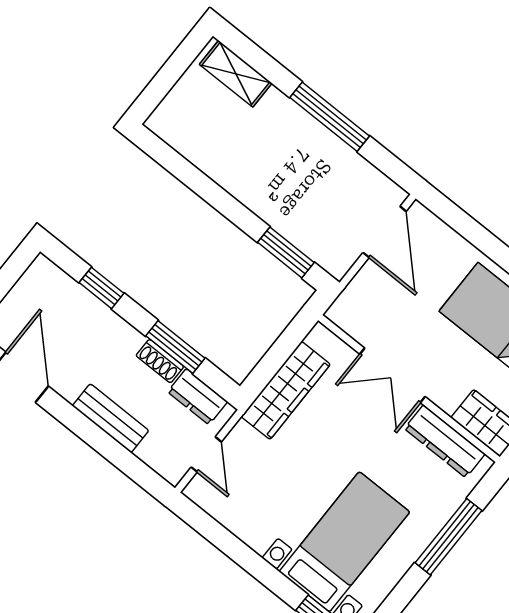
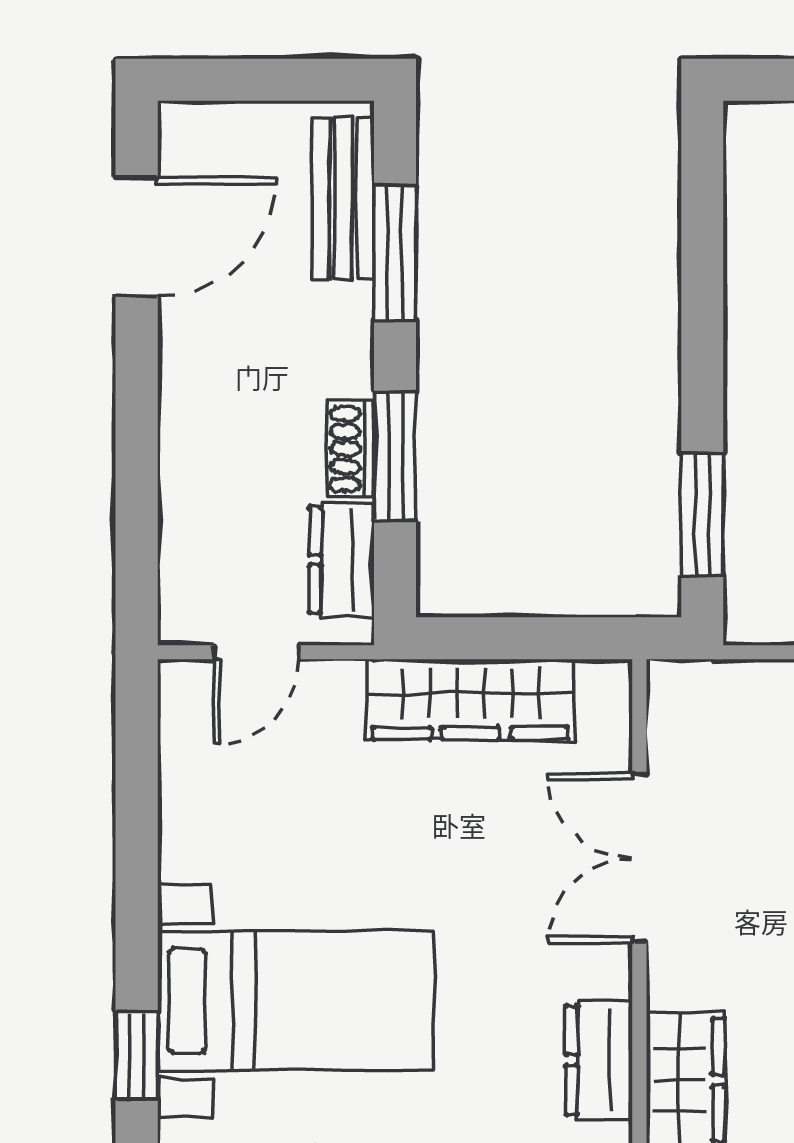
window: (101, 288) -> (395, 253), width x1.50
bench: (111, 418) -> (343, 199), moved
dresser: (445, 441) -> (599, 1060), width x0.70

